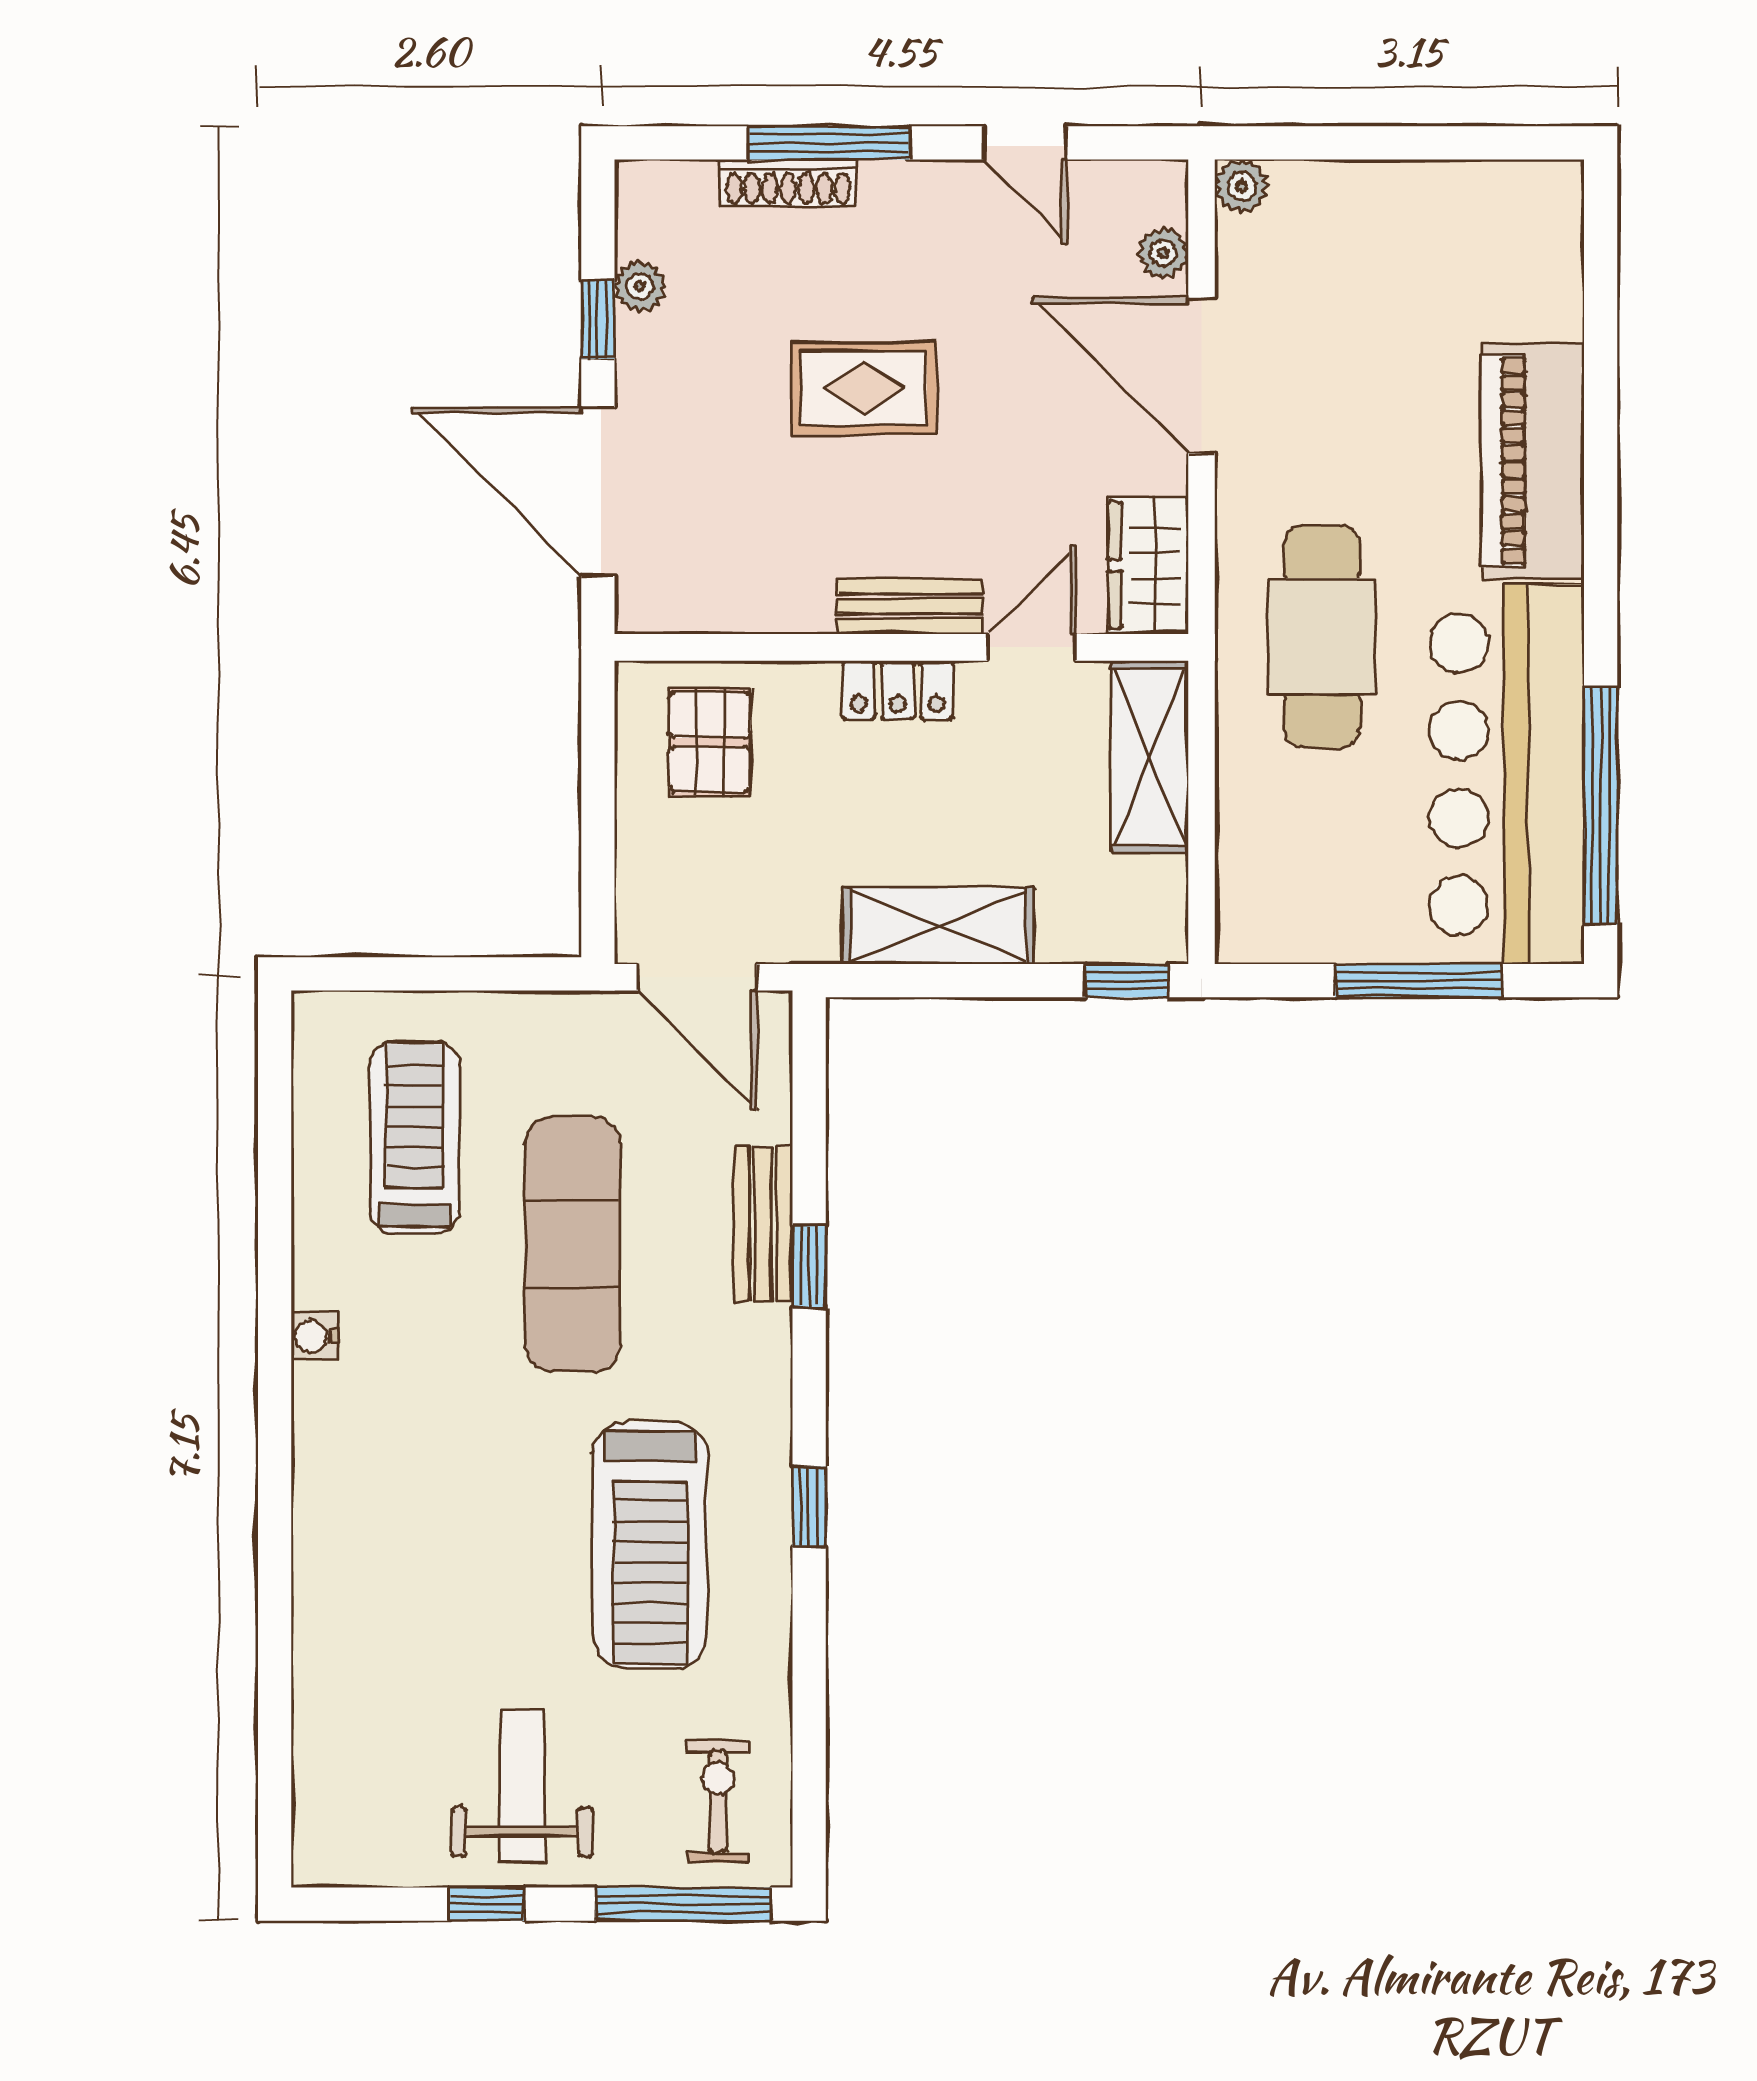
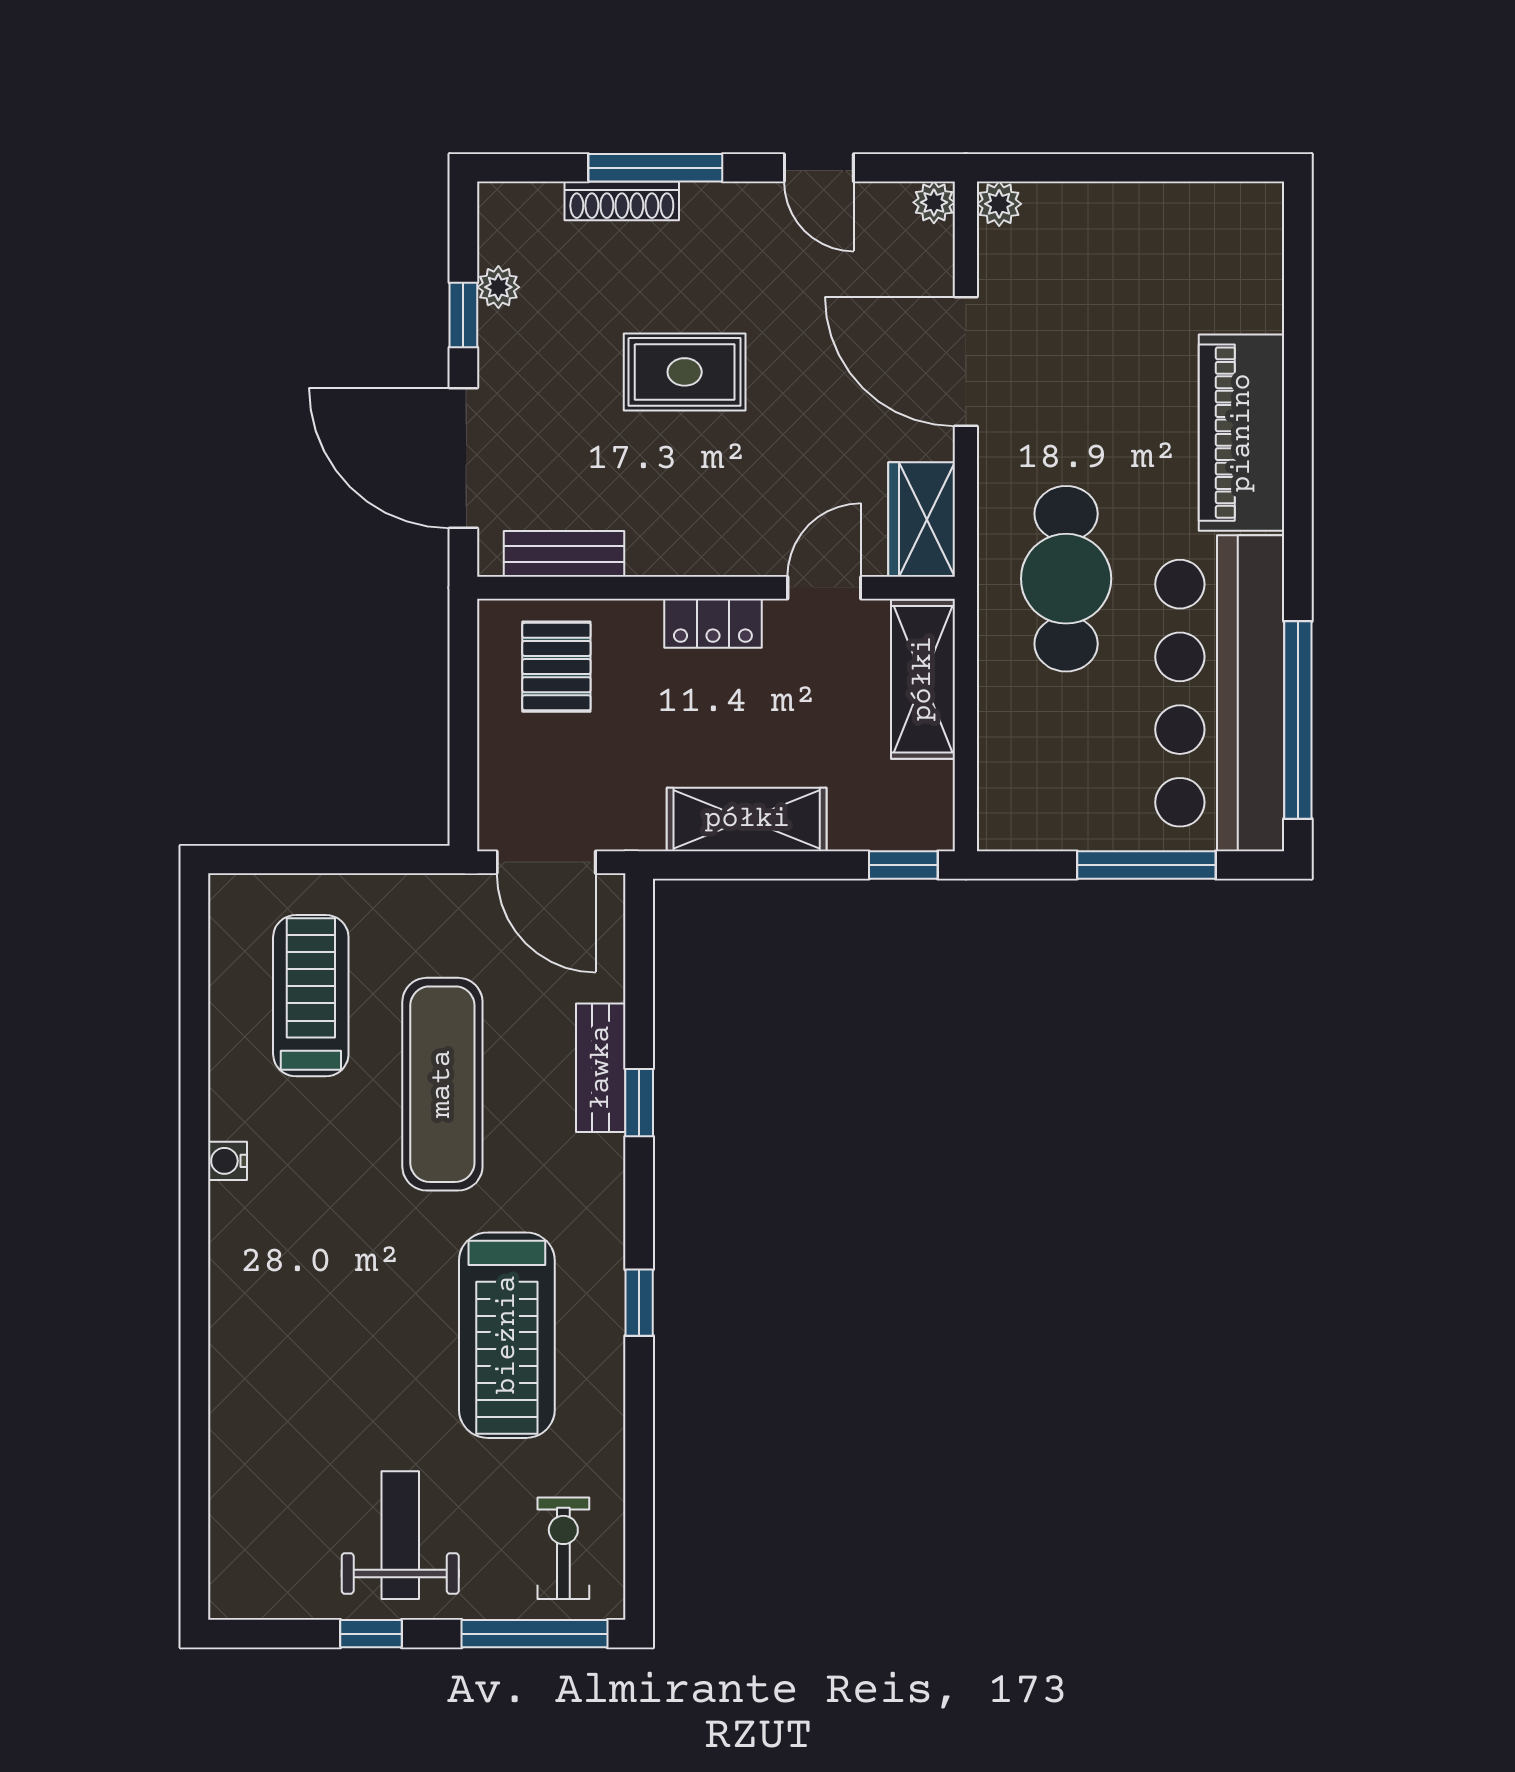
plant: (1163, 253) -> (934, 202), moved
bench: (910, 607) -> (564, 554), moved

